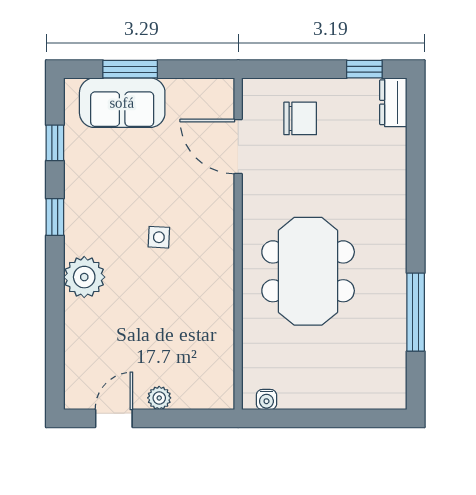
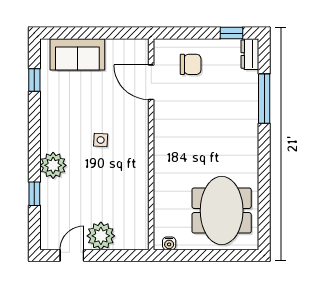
window: (130, 69) -> (82, 33), removed
window: (55, 217) -> (34, 194), moved
meeting table: (308, 271) -> (222, 211), moved
window: (416, 312) -> (264, 99), moved
plant: (159, 398) -> (101, 236), width x1.87, depth x1.87

